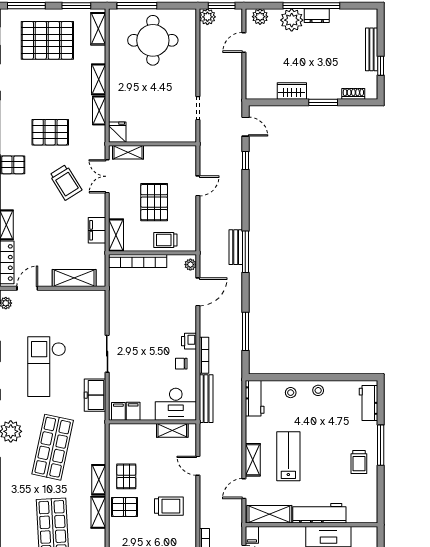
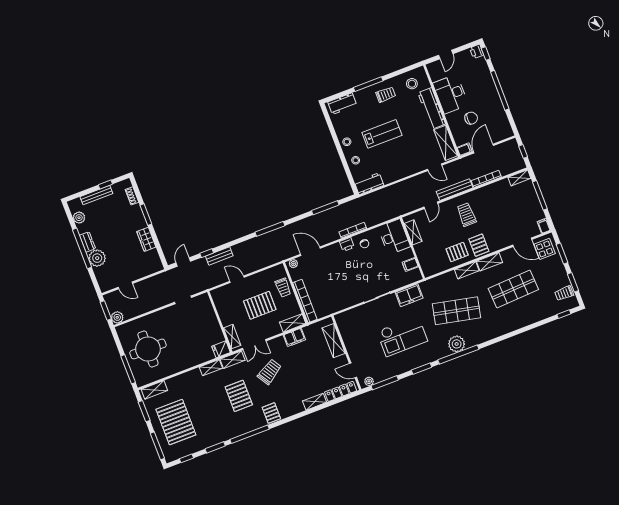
plant: (260, 17) -> (79, 218), moved
shelving: (99, 79) -> (233, 360), moved
bench: (236, 247) -> (219, 256), moved
bench: (206, 399) -> (455, 190), moved
filing cabinet: (118, 411) -> (414, 275), removed
lab bench: (288, 456) -> (382, 134), moved, turned 180
shelving: (253, 460) -> (412, 169), removed
stool: (360, 500) -> (412, 84), added

